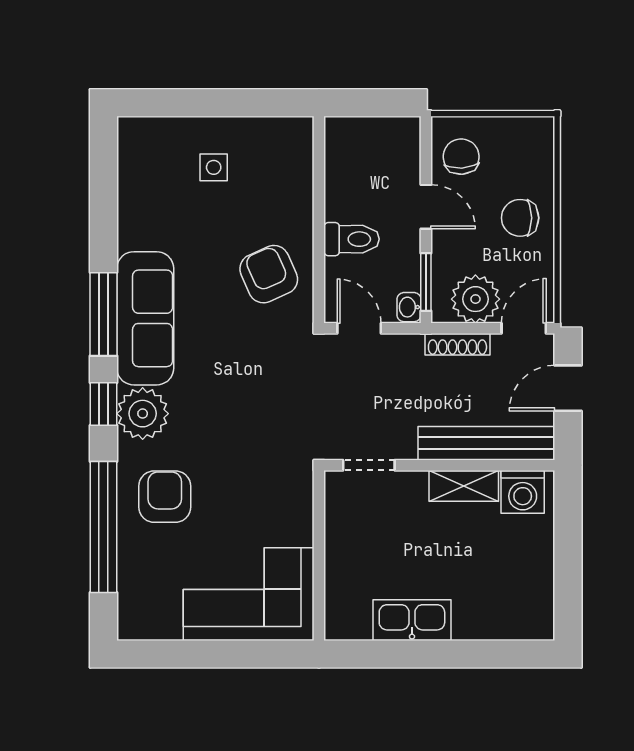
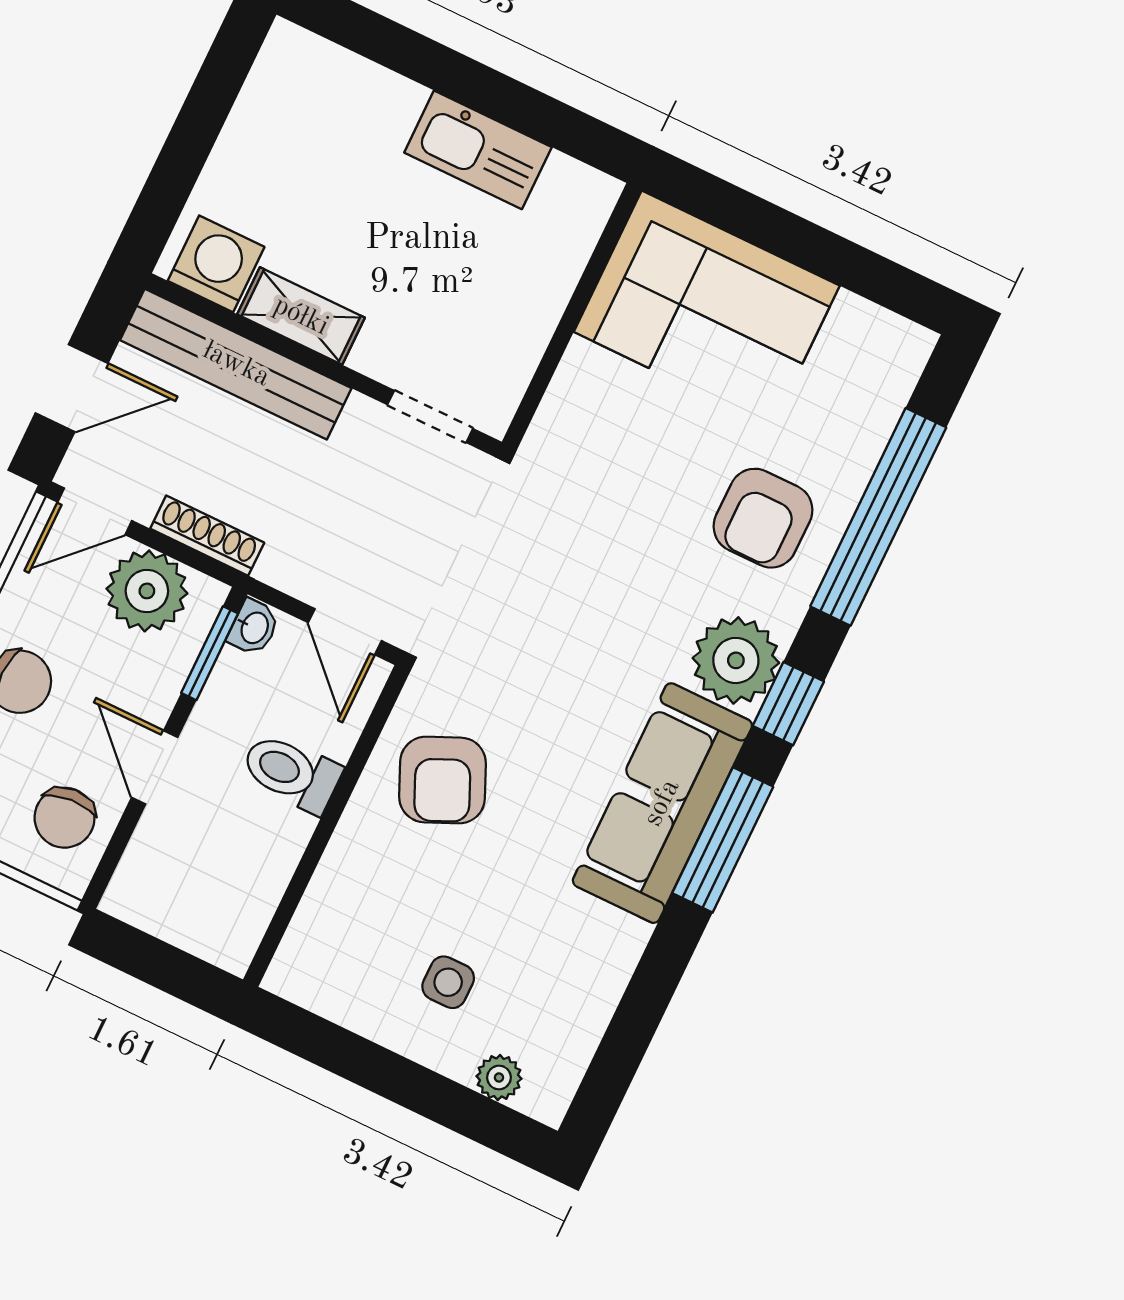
plant: (162, 130) -> (499, 1077), added

